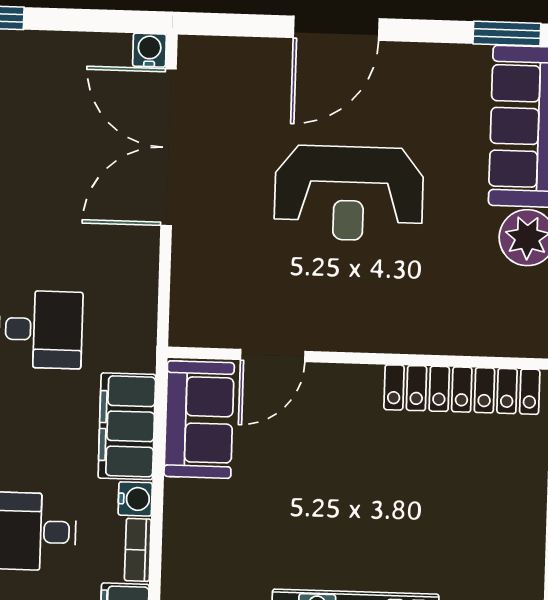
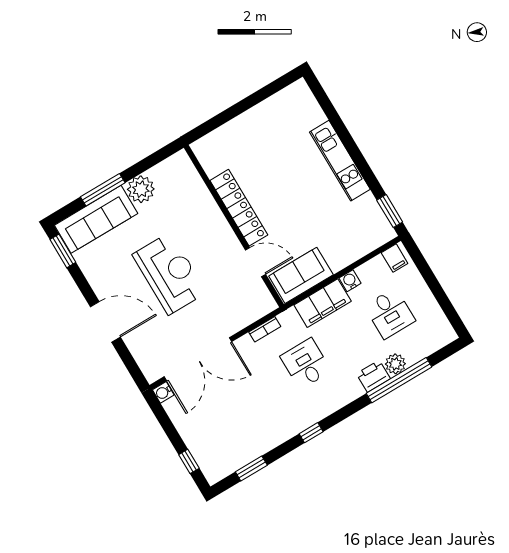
locker: (462, 390) -> (239, 208), moved
bookcase: (138, 550) -> (265, 329), moved

